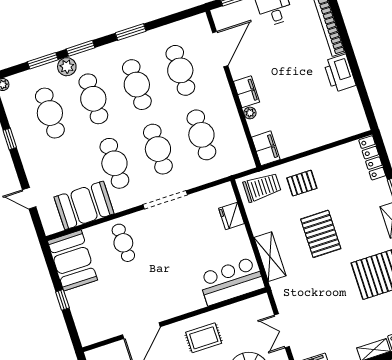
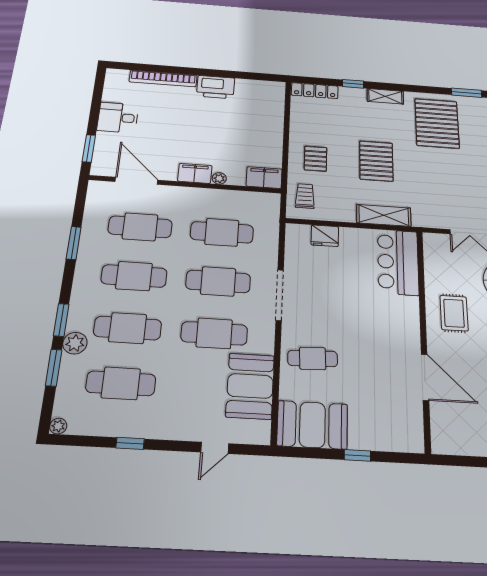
window: (131, 32) -> (74, 243), moved
trolley: (262, 187) -> (305, 196), width x0.73, depth x0.72
pallet: (321, 234) -> (376, 161), turned 90

